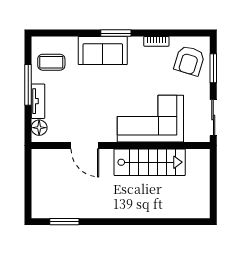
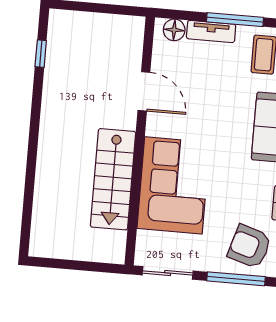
window: (213, 68) -> (236, 279), width x1.44
door: (85, 146) -> (144, 91), swing flipped
window: (64, 222) -> (41, 54), width x0.67

